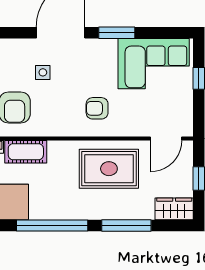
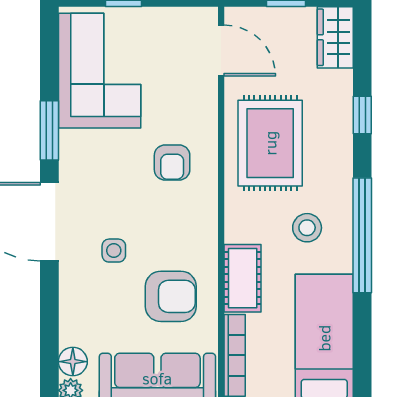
stool: (57, 191) -> (307, 228), added
window: (126, 225) -> (362, 115), width x0.46

